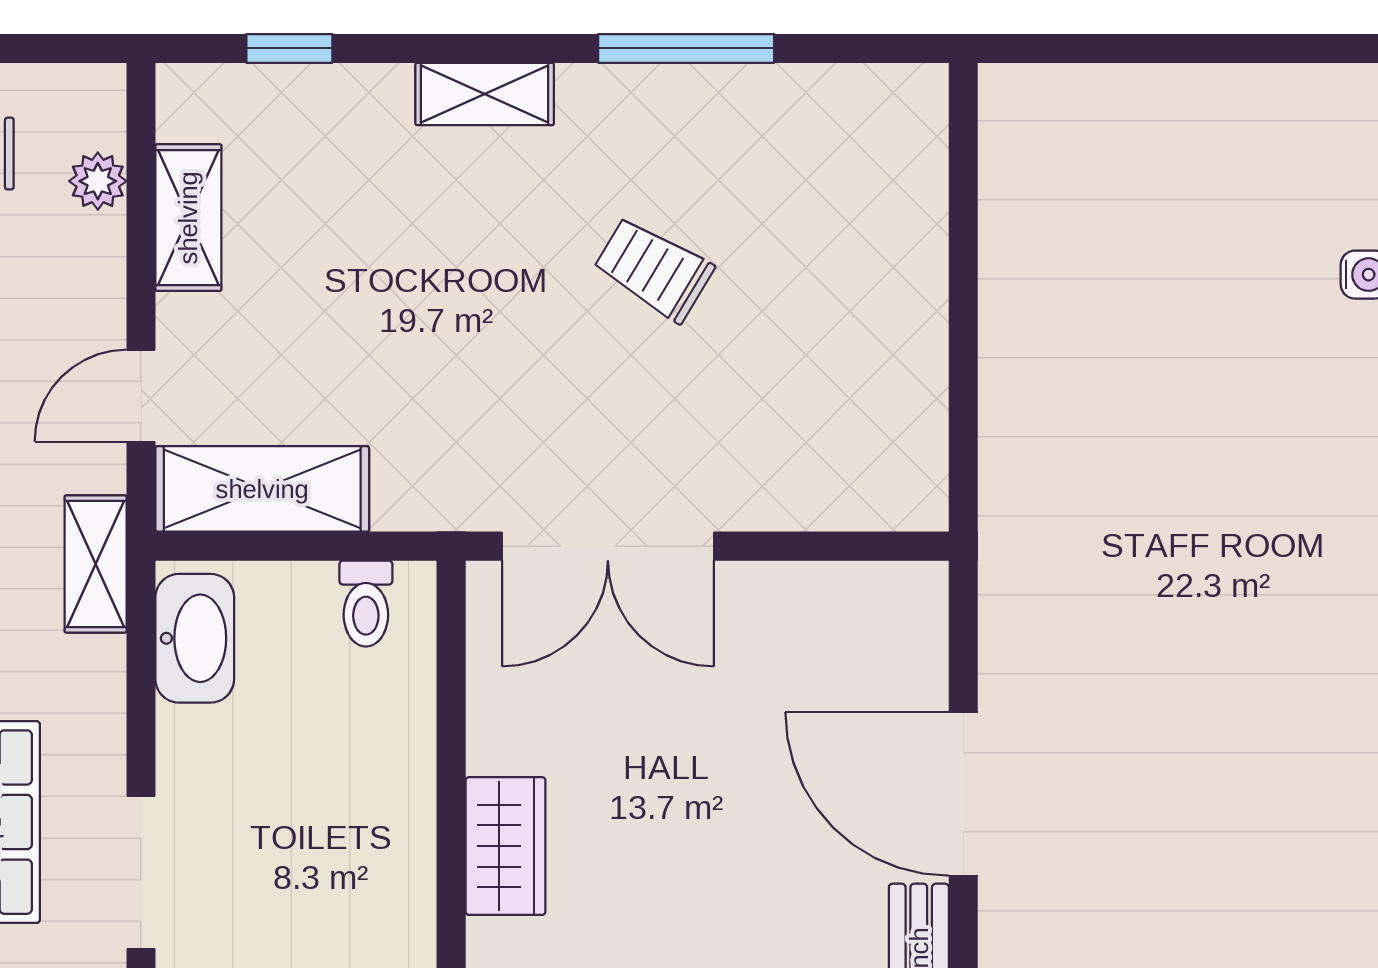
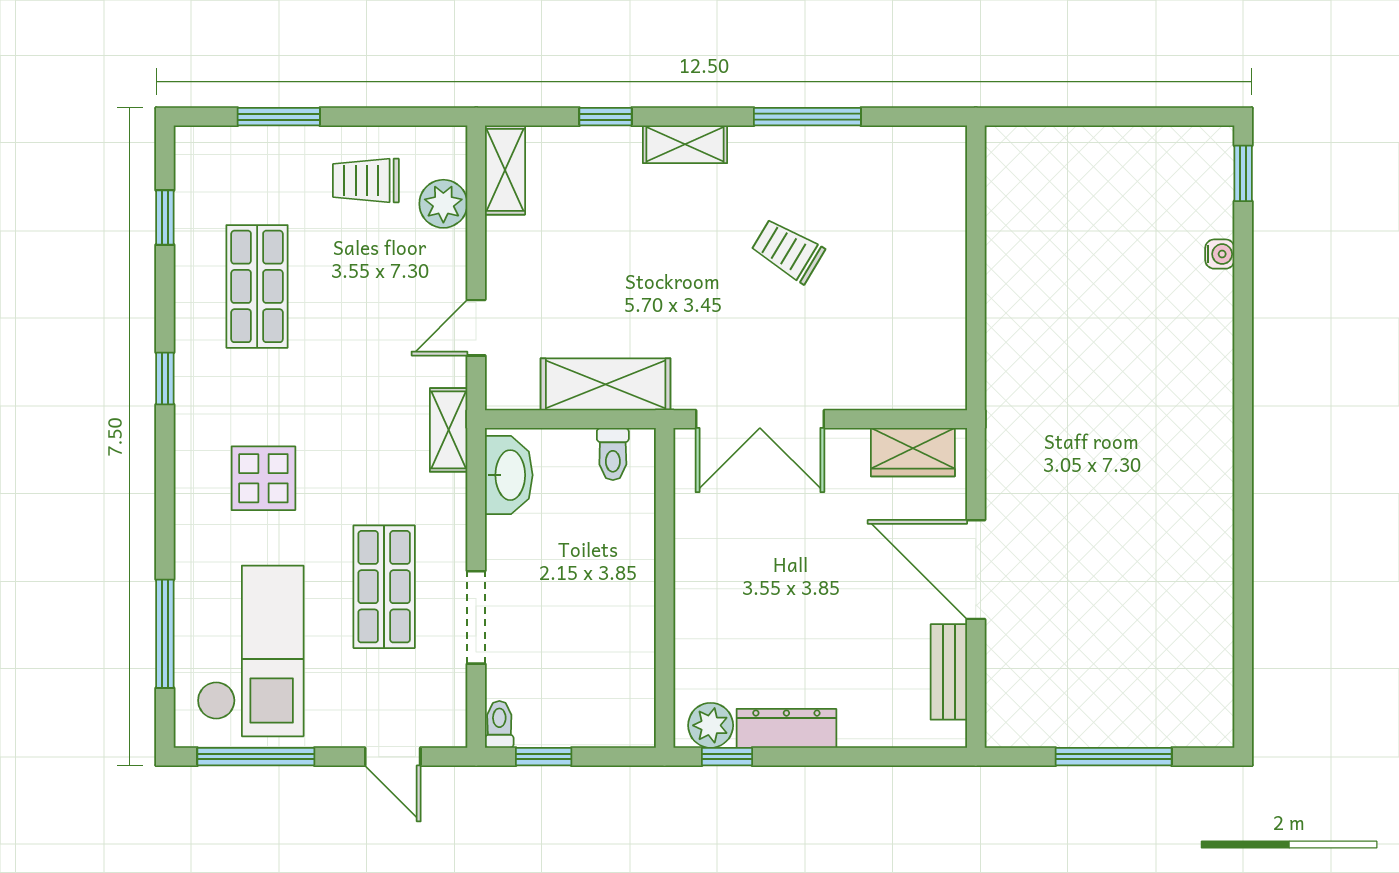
window: (289, 48) -> (605, 117), moved
plant: (98, 181) -> (443, 204), width x1.38, depth x1.38
shelving: (188, 218) -> (505, 170), moved
shelving: (262, 489) -> (606, 384), moved
wardrobe: (506, 846) -> (913, 452), moved, turned 90

